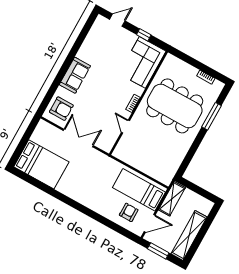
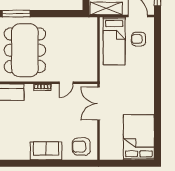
armchair: (61, 109) -> (81, 147), turned -90
double door: (78, 138) -> (99, 104), moved

